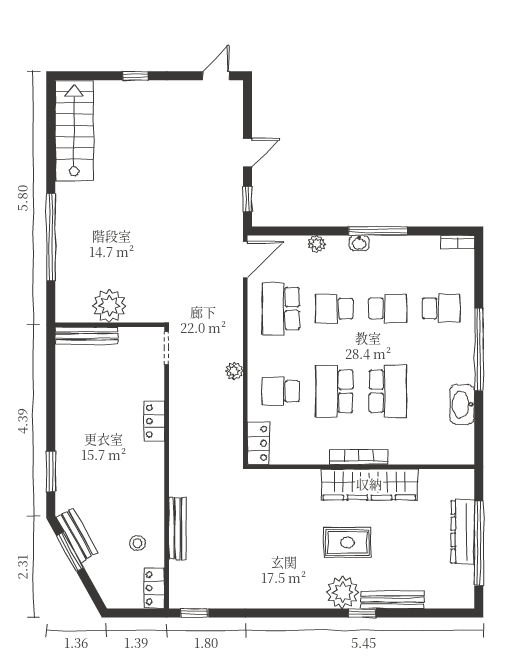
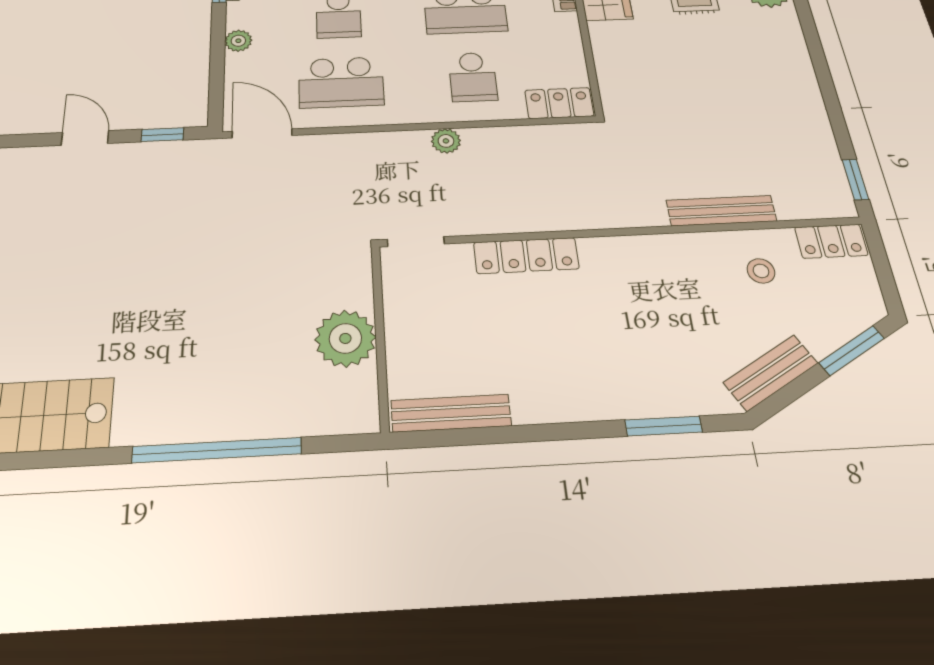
bench: (87, 336) -> (451, 413), moved, turned 90
locker: (154, 421) -> (526, 256), width x1.53
window: (70, 552) -> (852, 351), moved

